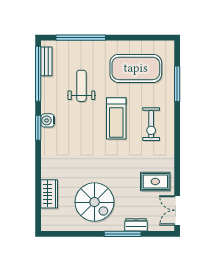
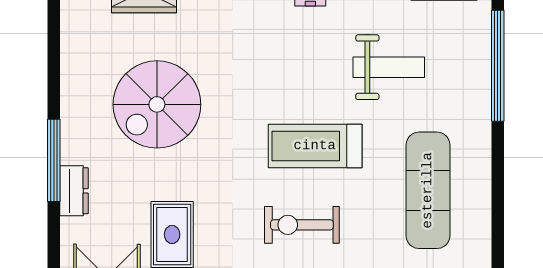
exercise mat: (136, 68) -> (428, 190), width x0.68
spiral stairs: (94, 202) -> (157, 104), moved

